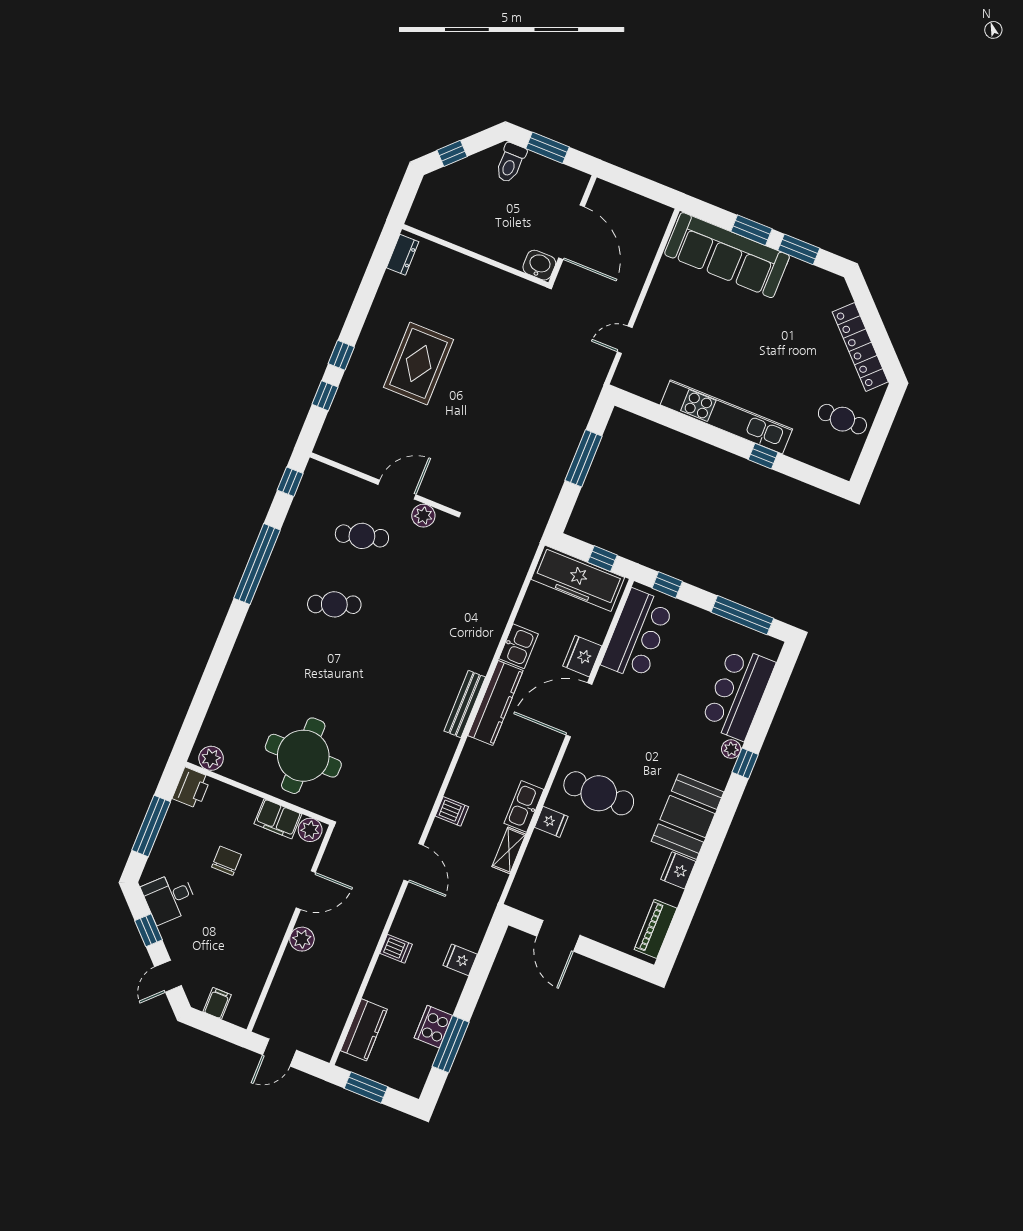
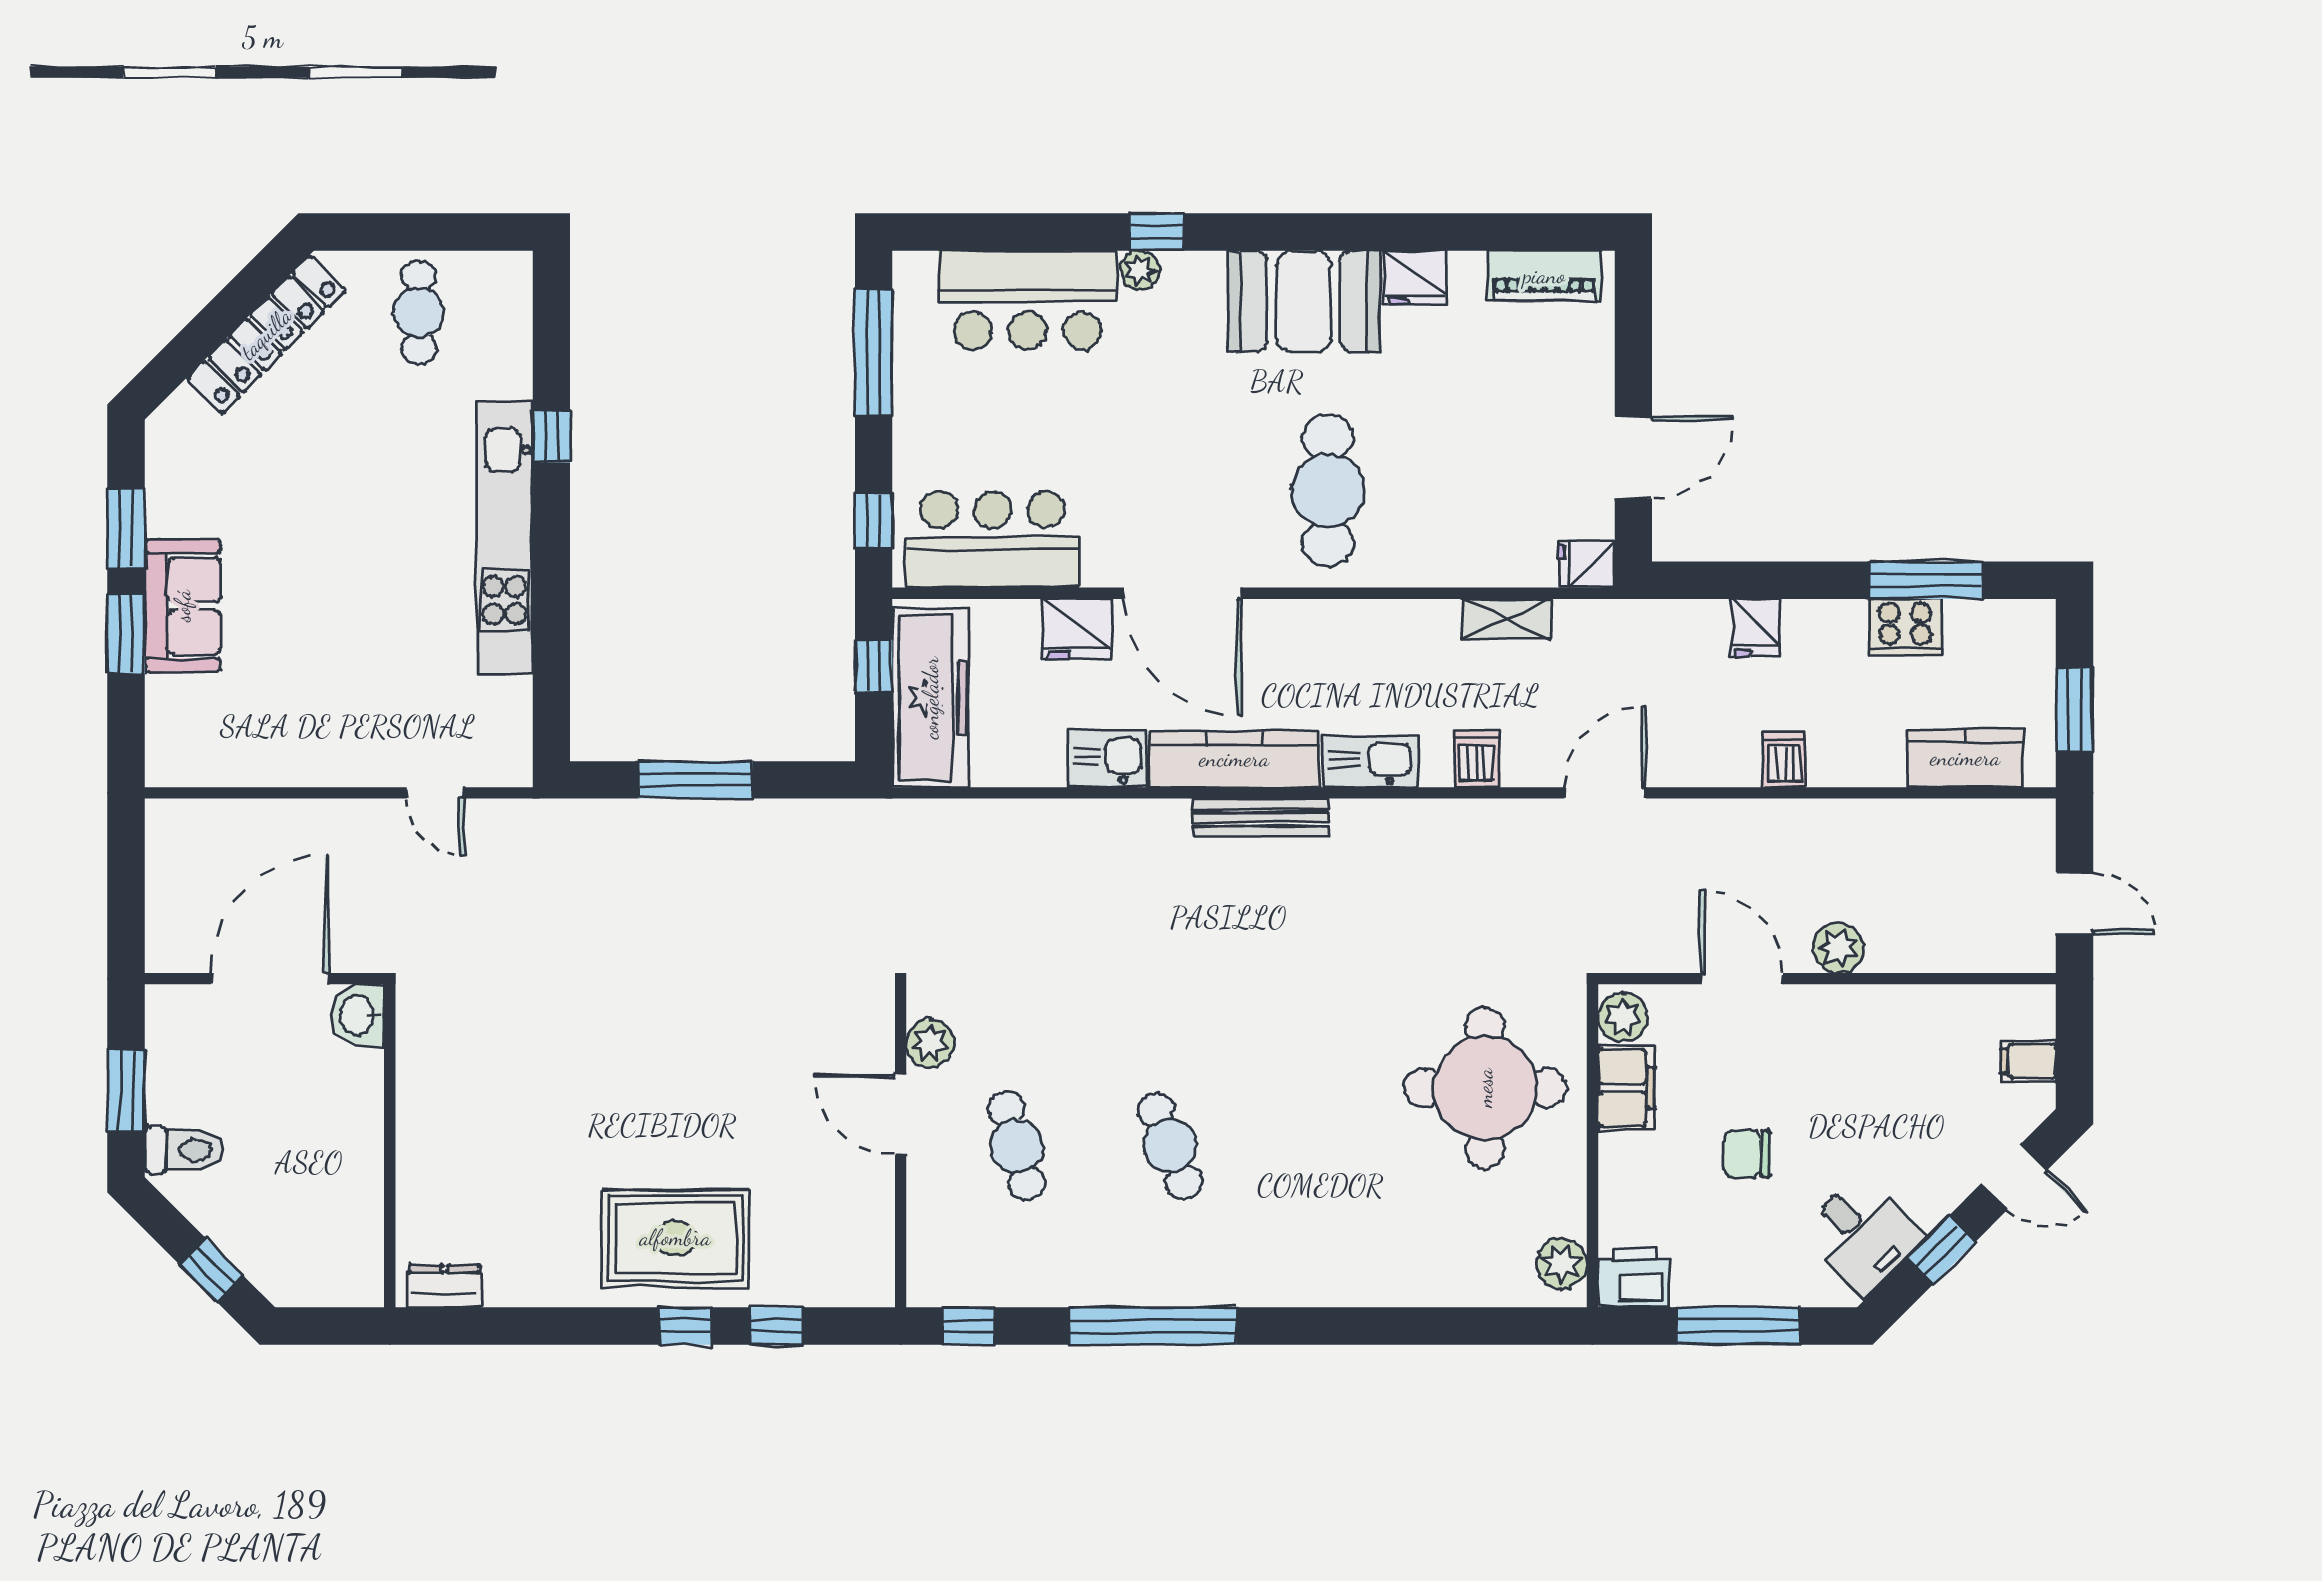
sofa: (727, 255) -> (183, 606), width x0.54, depth x0.79
rug: (419, 363) -> (675, 1238), moved
kitchen sink: (524, 806) -> (1370, 762), moved, turned 180
fridge: (551, 822) -> (1586, 564), moved, turned -90

